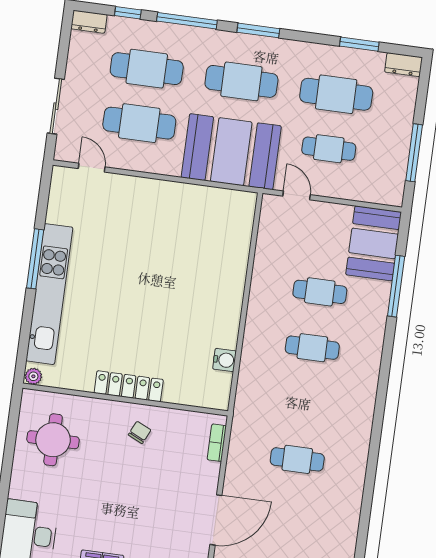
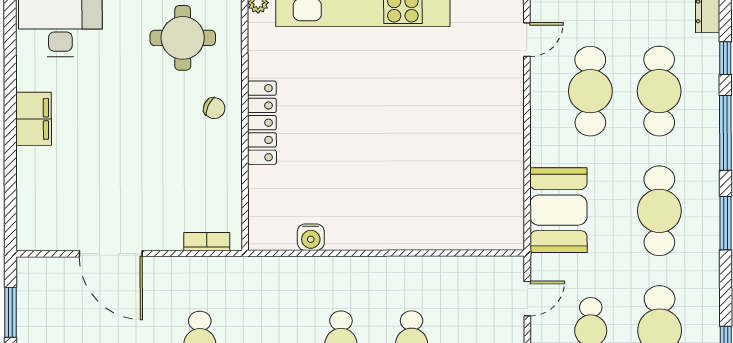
booth: (231, 152) -> (558, 210), width x0.73, depth x0.70
chair: (140, 432) -> (214, 108), moved

